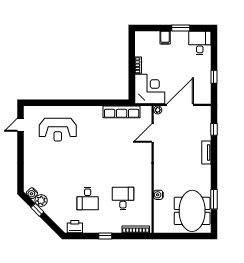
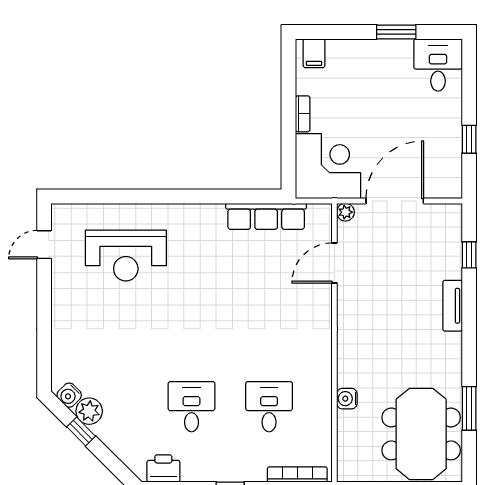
filing cabinet: (165, 38) -> (314, 53), moved
desk: (88, 198) -> (191, 407), turned 180

